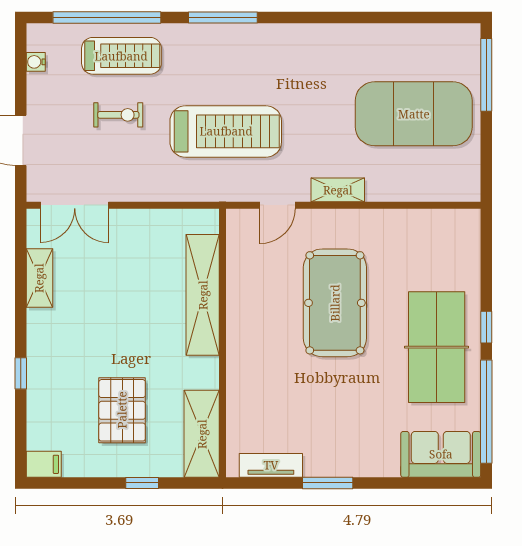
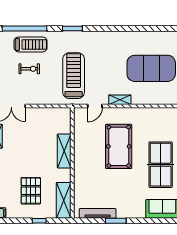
window: (223, 17) -> (72, 29), width x0.69
treadmill: (226, 131) -> (74, 76), turned -90
shelving: (203, 295) -> (64, 151), width x0.68
tv unit: (271, 465) -> (98, 213), width x1.41

